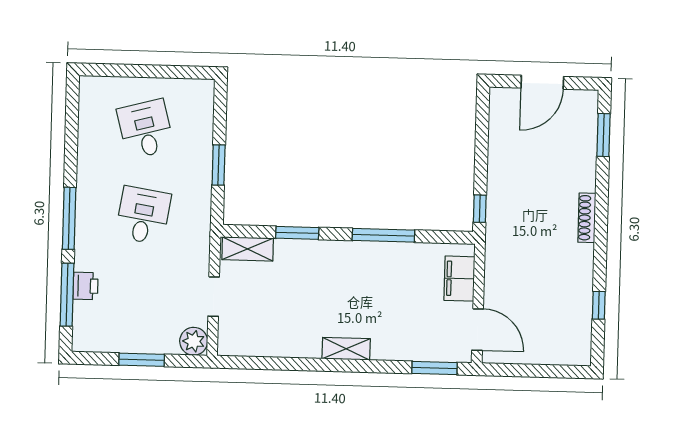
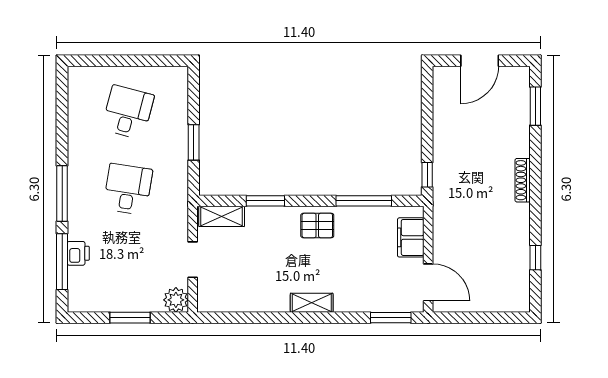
desk: (146, 129) -> (128, 112), turned 30
window: (383, 235) -> (364, 201), moved
pallet: (355, 262) -> (317, 226), added

